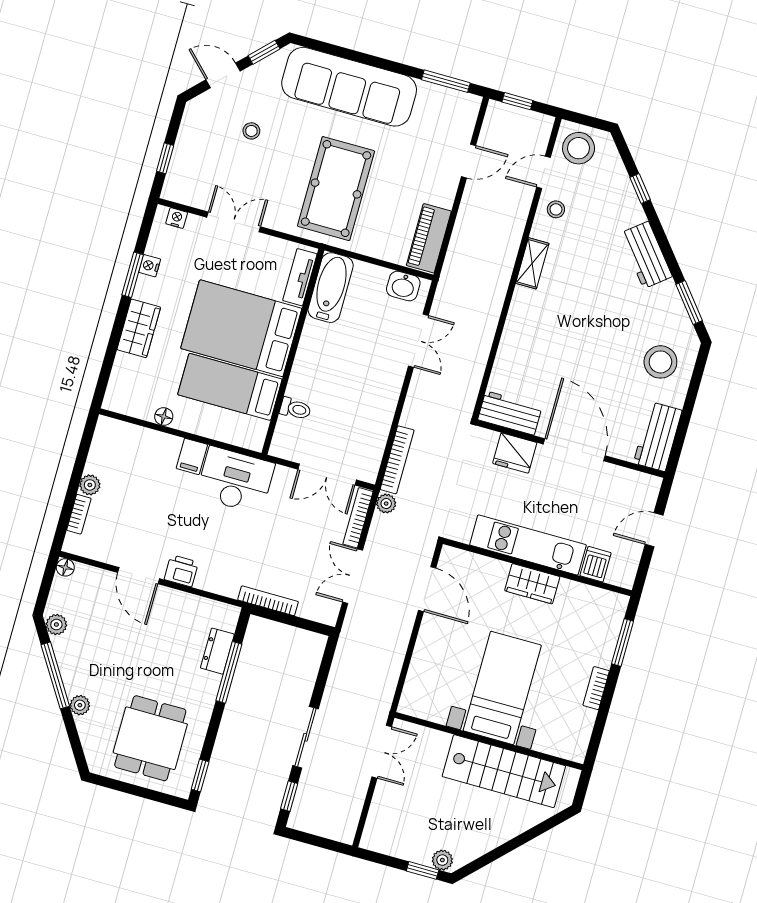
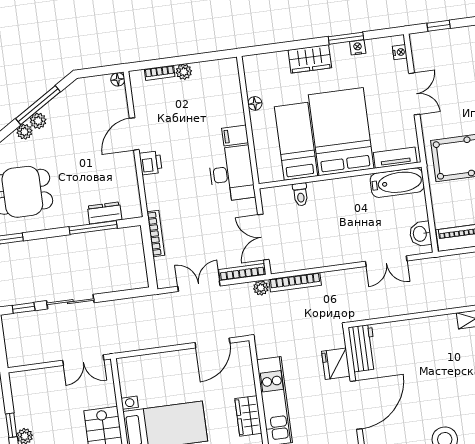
plant: (56, 625) -> (38, 121), moved

